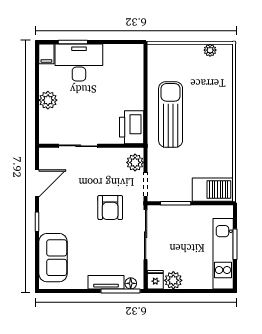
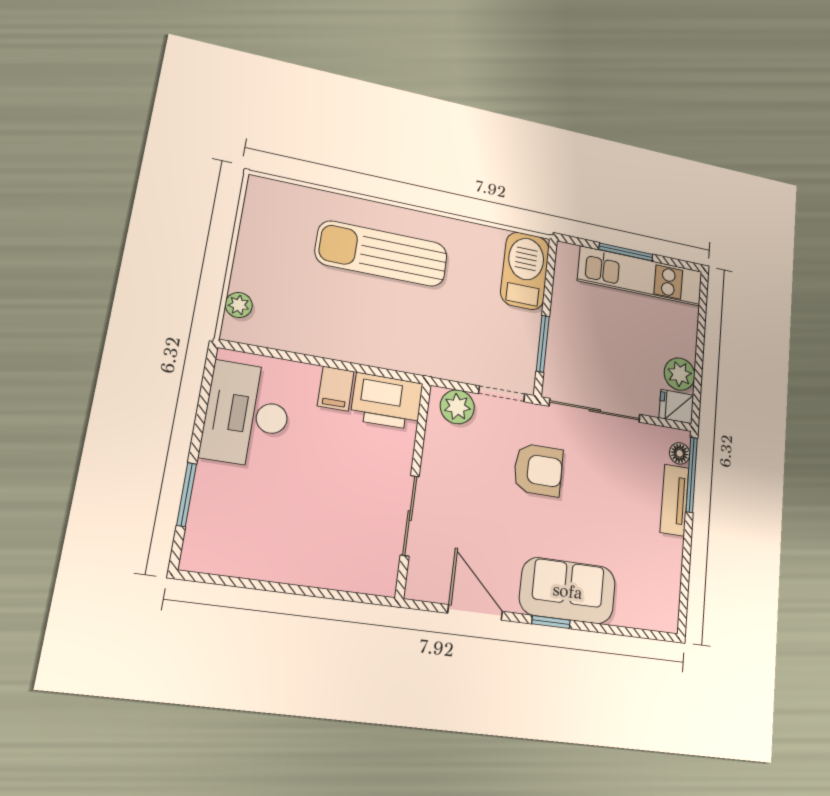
plant: (210, 50) -> (239, 305), moved
filing cabinet: (46, 54) -> (336, 389), moved, turned 90
desk: (79, 63) -> (247, 415), moved
plant: (48, 100) -> (305, 566), removed
sun lounger: (171, 114) -> (382, 254), moved
sofa: (53, 258) -> (568, 591), moved

